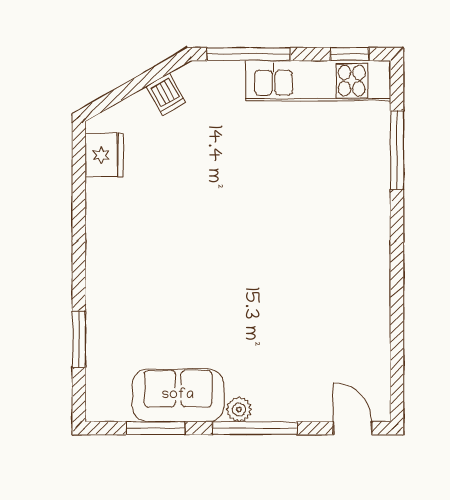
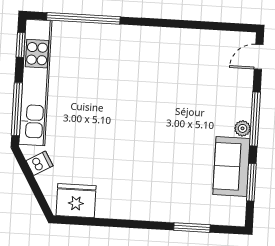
kitchen unit: (318, 81) -> (35, 83), width x1.36
window: (397, 150) -> (83, 18), width x1.46
fridge: (104, 155) -> (76, 201), width x1.36, depth x1.34

